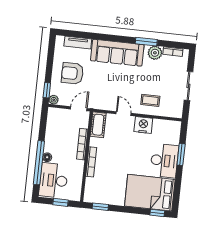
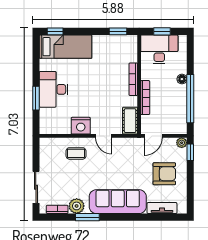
sliding door: (188, 86) -> (36, 187), moved
window: (39, 163) -> (190, 99), moved
desk: (53, 180) -> (159, 49), moved, turned -90
bed: (150, 193) -> (66, 47), width x0.67

